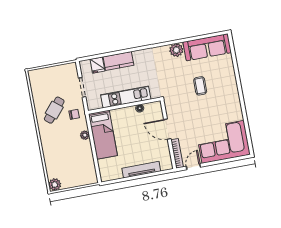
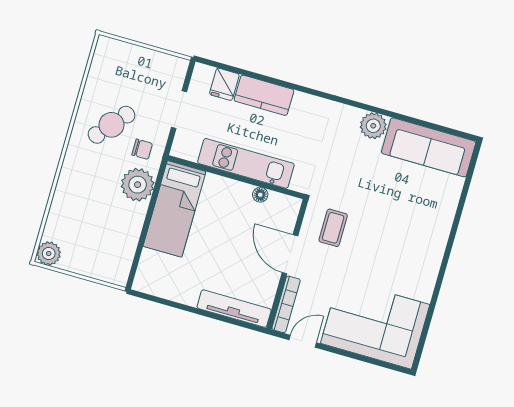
coffee table: (200, 86) -> (333, 228), moved
plant: (85, 135) -> (138, 185), width x1.88, depth x1.88
tv unit: (141, 170) -> (234, 309), moved

